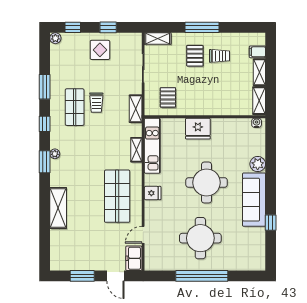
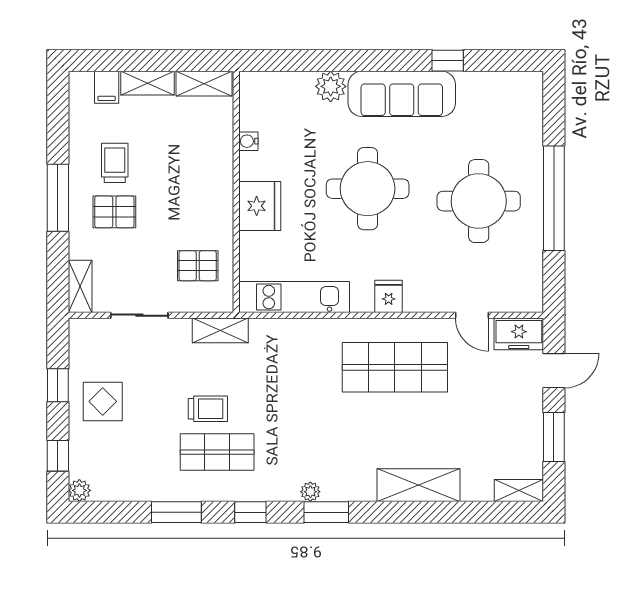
water cooler: (257, 123) -> (248, 141), moved
shelving: (136, 150) -> (519, 491), moved

